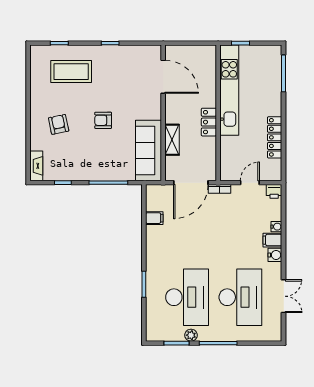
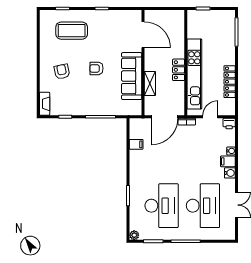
kitchen unit: (229, 90) -> (194, 74), moved
sofa: (149, 151) -> (132, 76), moved
plant: (191, 335) -> (134, 235), moved

